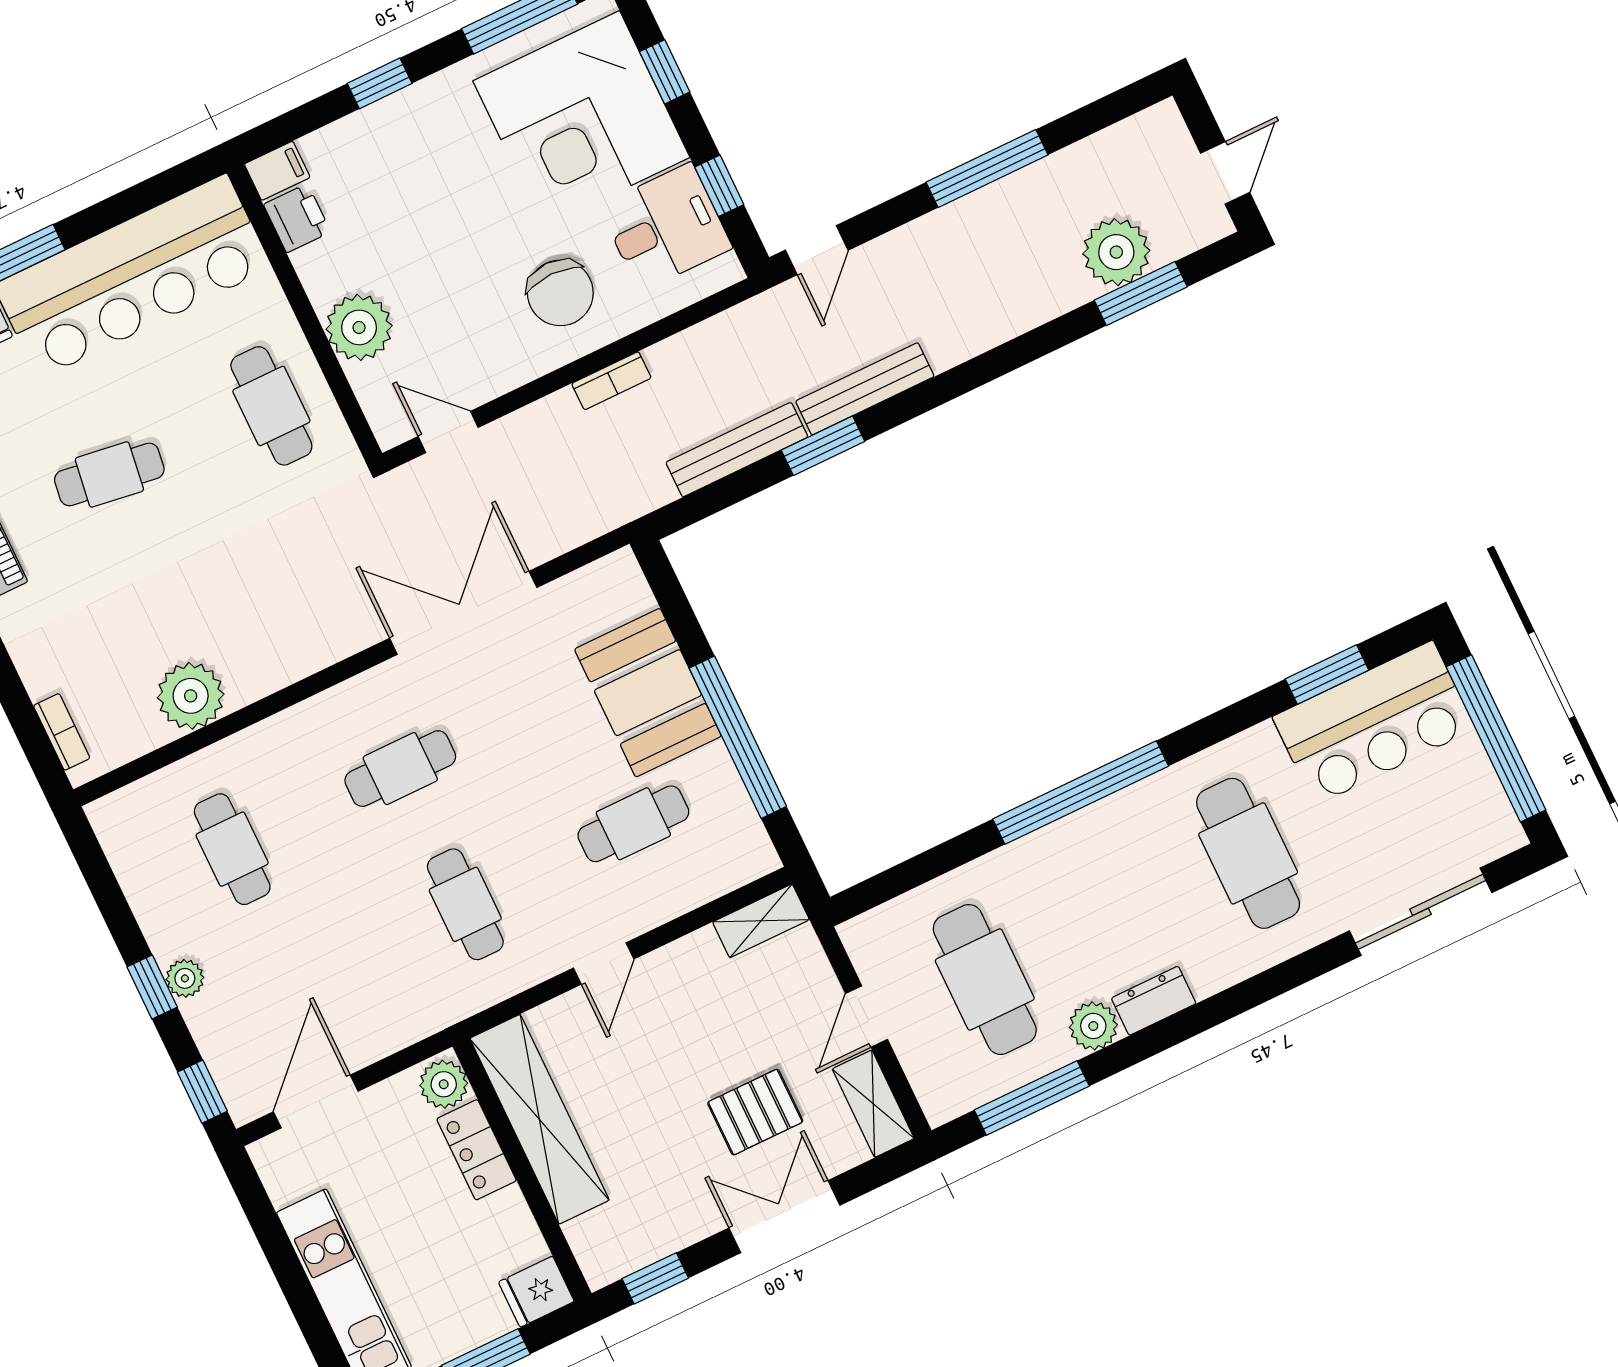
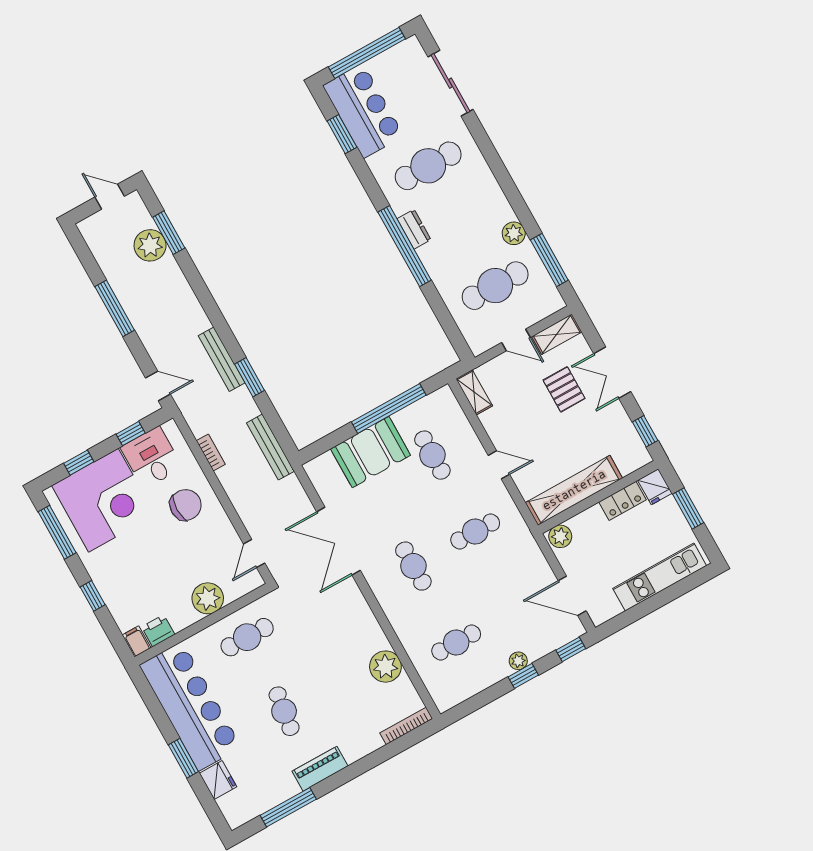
bookcase: (611, 381) -> (211, 453), moved
bench: (737, 450) -> (270, 447), moved
bookcase: (62, 732) -> (406, 726), width x1.56
dresser: (1154, 1001) -> (414, 229), moved, turned 180
locker: (477, 1150) -> (623, 501), moved

